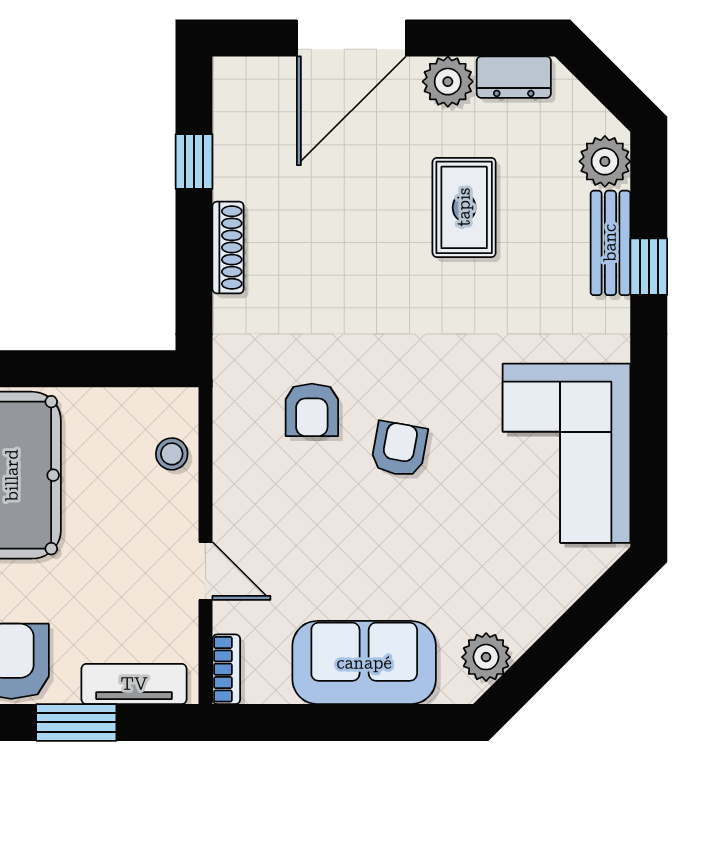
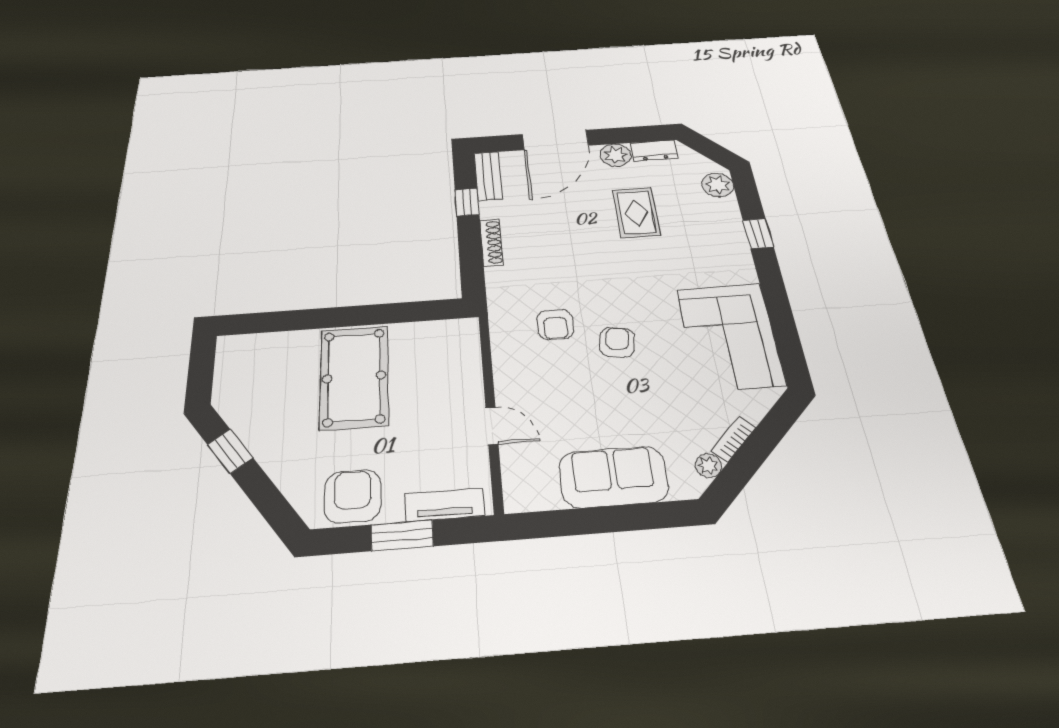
bench: (610, 243) -> (488, 176), moved
stool: (172, 454) -> (463, 356), removed
plant: (486, 657) -> (708, 466), width x0.73, depth x0.73
bookcase: (226, 669) -> (734, 439), moved, turned -135

